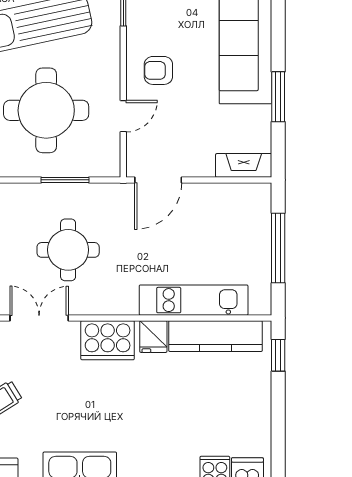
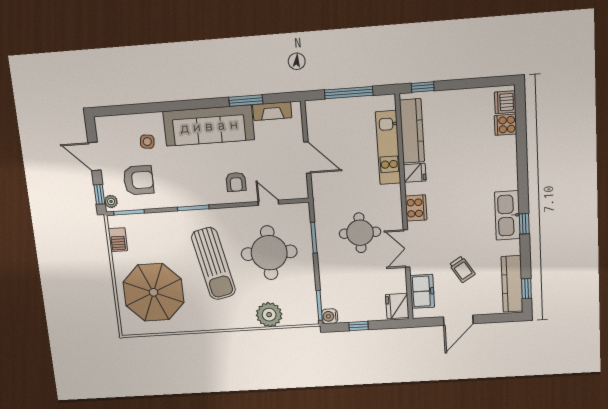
fireplace: (244, 165) -> (272, 111), moved, turned -90
door: (158, 180) -> (307, 158), moved
cooker: (108, 340) -> (416, 208), width x0.73, depth x0.76

